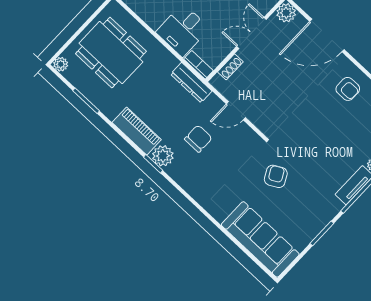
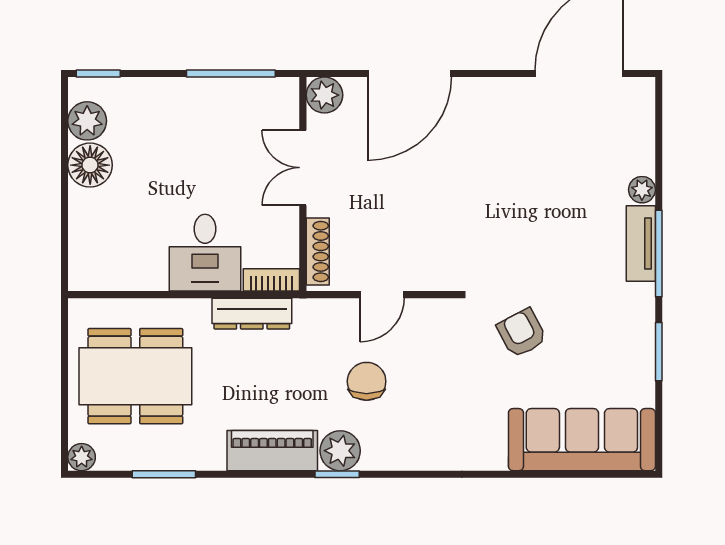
shoe rack: (230, 67) -> (318, 251), width x1.43
dresser: (191, 83) -> (252, 314), moved
armchair: (348, 89) -> (507, 120), removed

